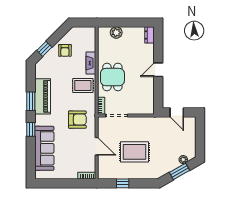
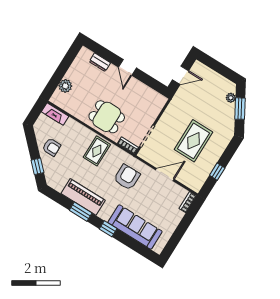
dresser: (149, 35) -> (100, 62), moved
fireplace: (91, 63) -> (55, 114), moved

